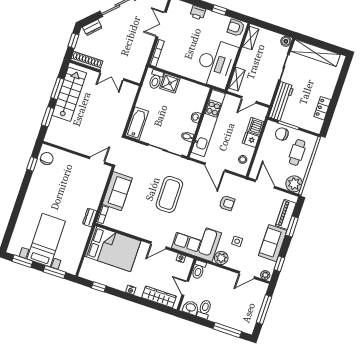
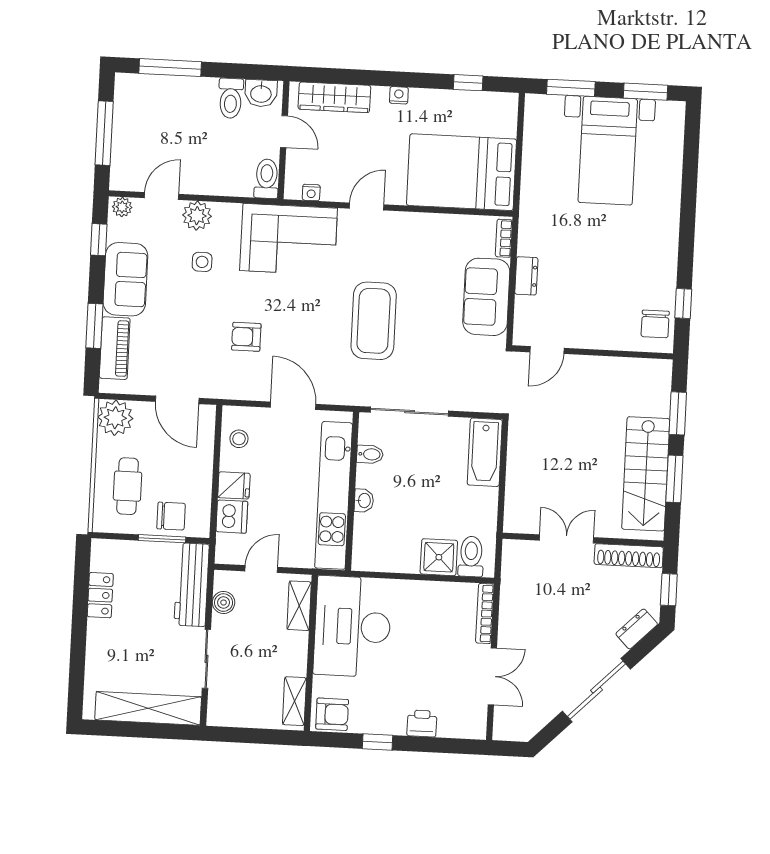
boiler: (286, 41) -> (224, 603), moved
dresser: (90, 217) -> (526, 276), moved
plant: (221, 258) -> (197, 216), moved

